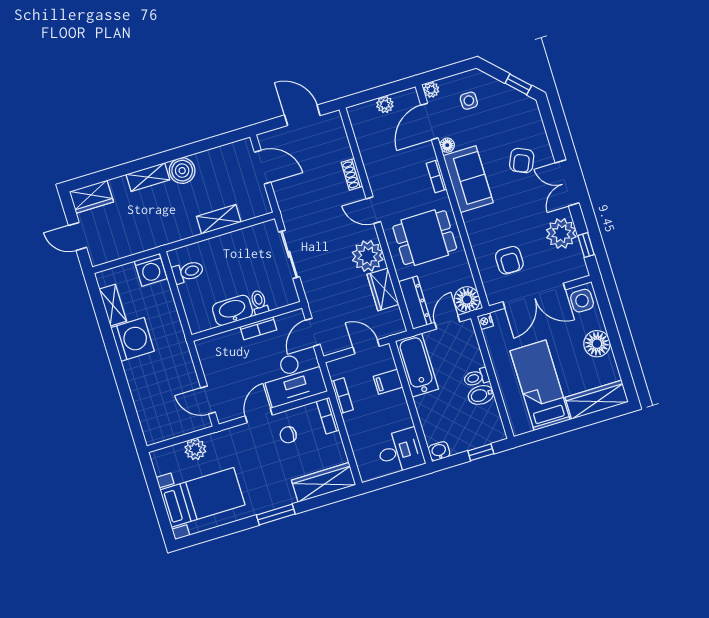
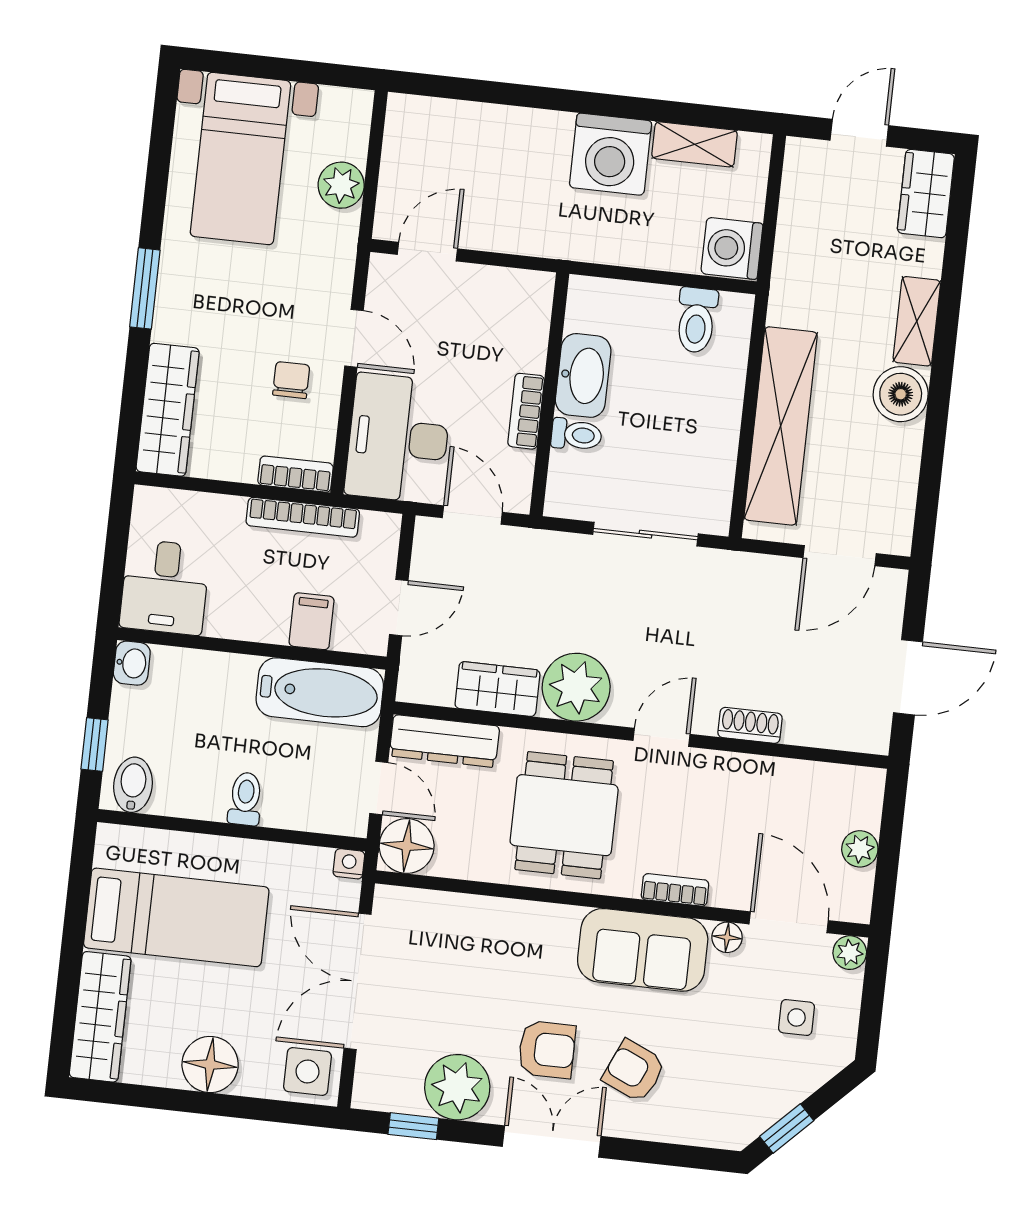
shelving: (219, 219) -> (781, 426), width x2.20, depth x1.33
armchair: (509, 260) -> (547, 1050), moved, turned 180
bidet: (481, 395) -> (133, 785), moved
bookcase: (342, 396) -> (303, 517), width x1.56

